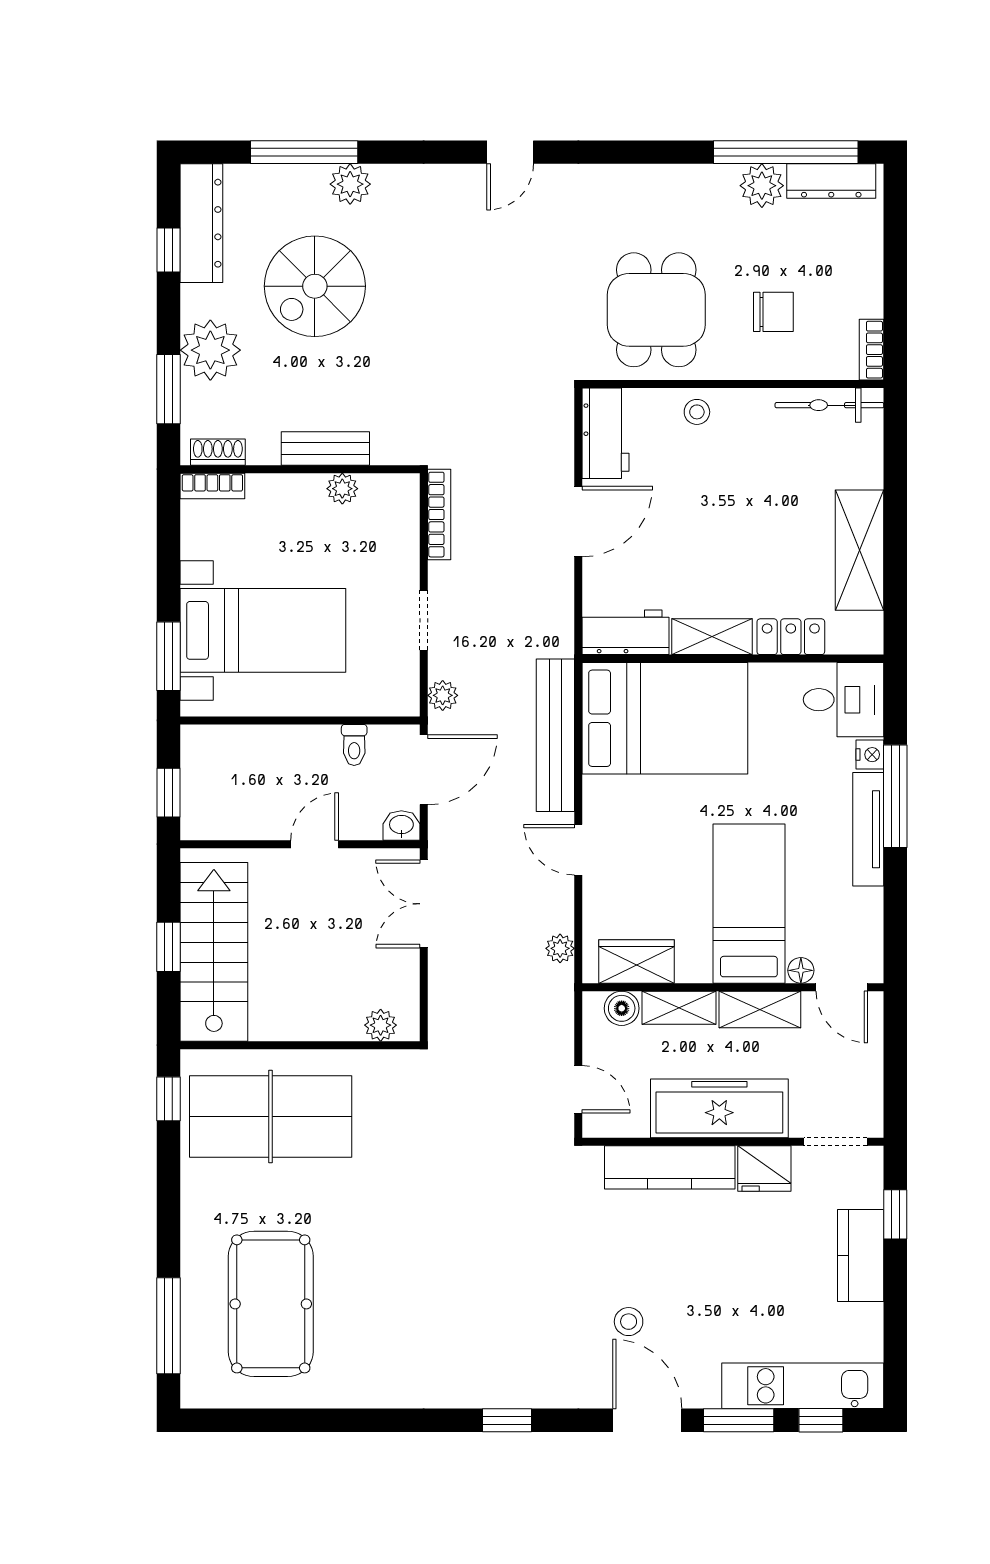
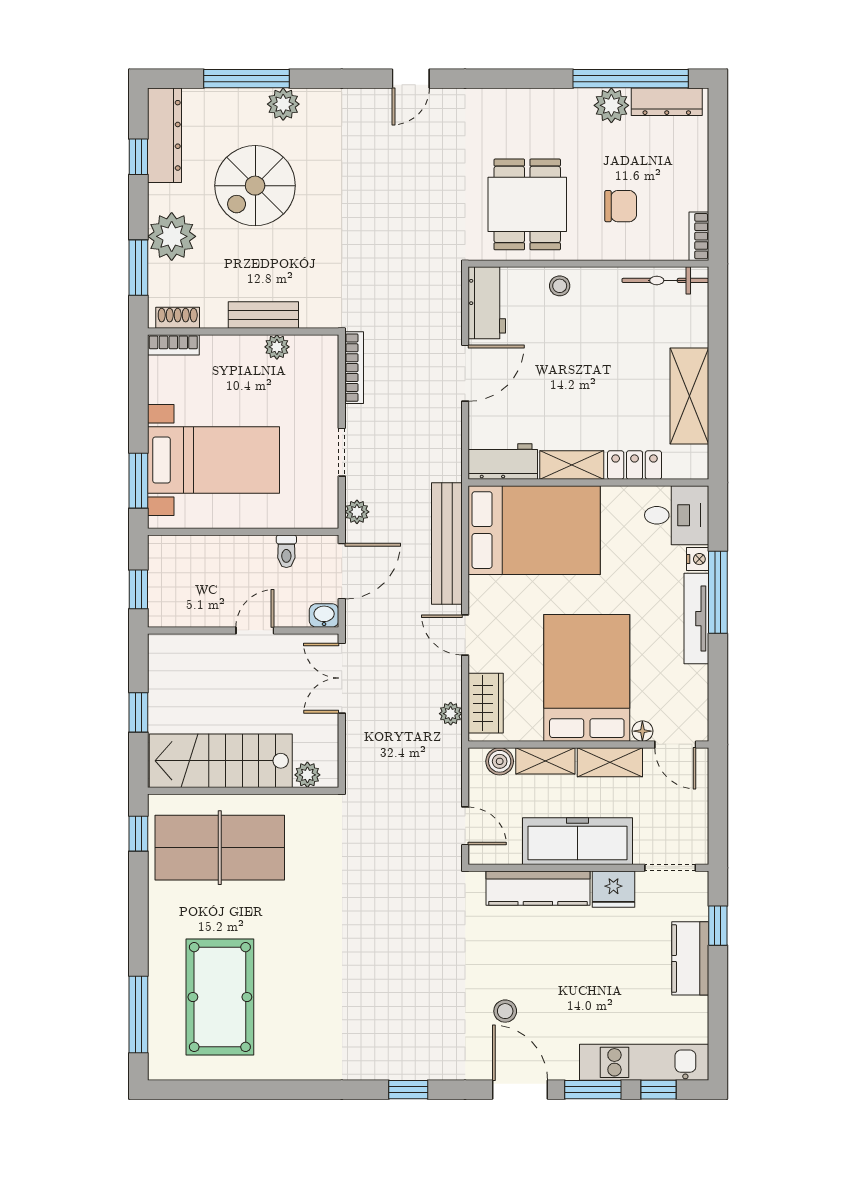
bed: (749, 904) -> (587, 678), width x1.50
stairs: (214, 952) -> (221, 761), moved, turned -90
wardrobe: (636, 961) -> (486, 703), moved, turned 90

